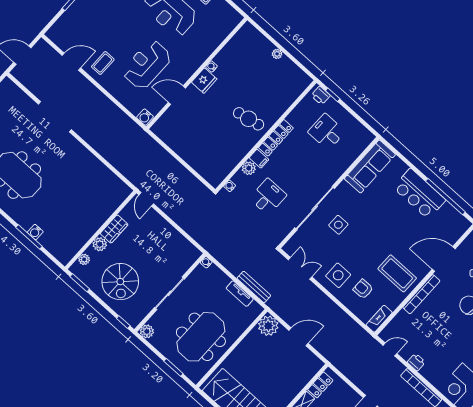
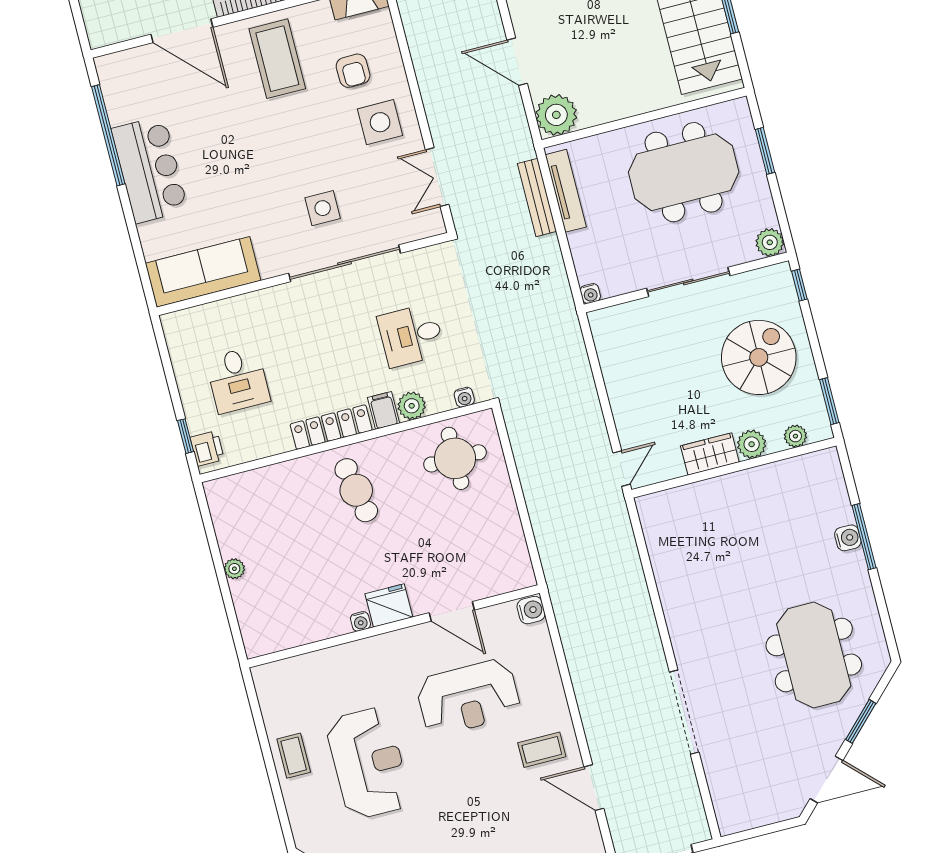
round table: (217, 158) -> (455, 458), added
tv unit: (240, 294) -> (566, 191), width x1.41

